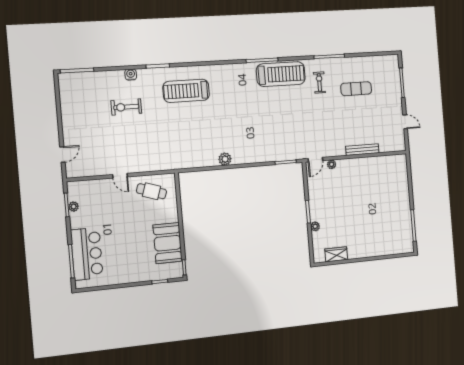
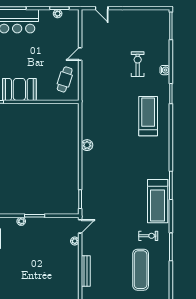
exercise mat: (356, 89) -> (141, 270), width x1.36, depth x1.45
door: (315, 160) -> (80, 226), swing flipped

